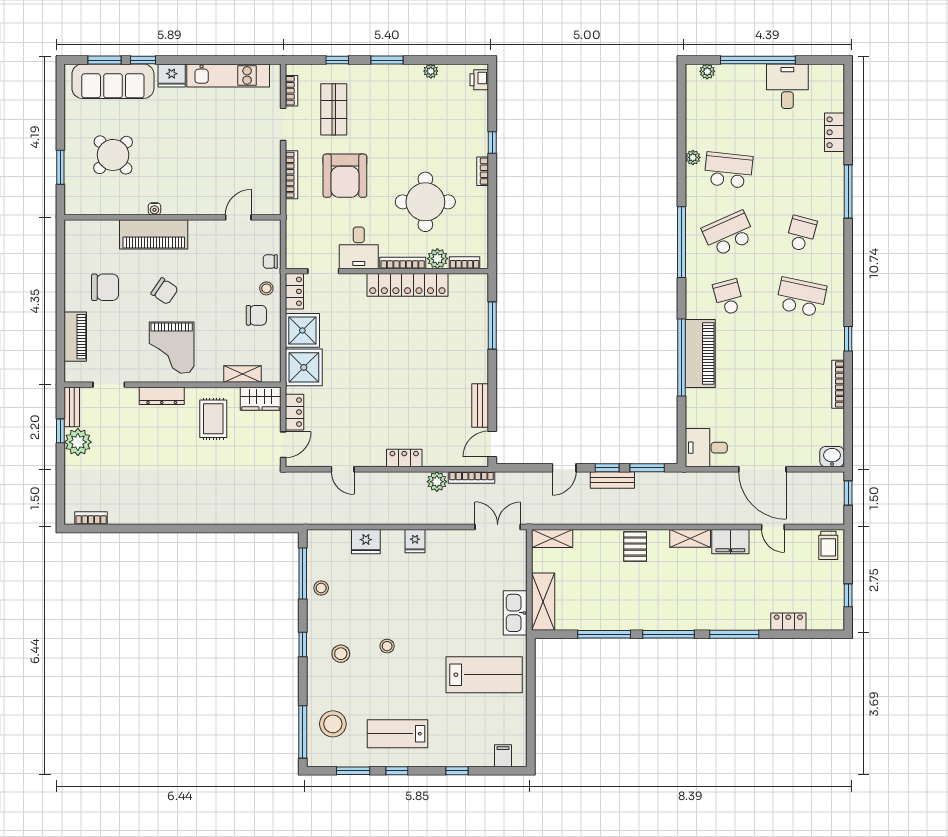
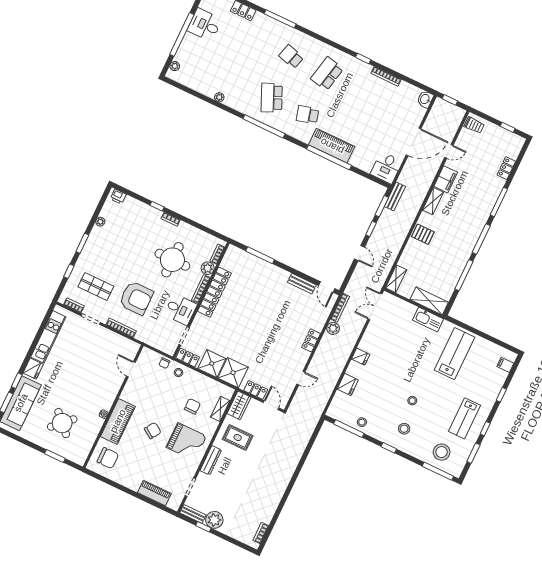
school desk: (728, 170) -> (236, 81), removed
chair: (105, 287) -> (108, 458), moved, turned 90
chair: (256, 315) -> (192, 406), moved
bench: (612, 480) -> (395, 196), moved

